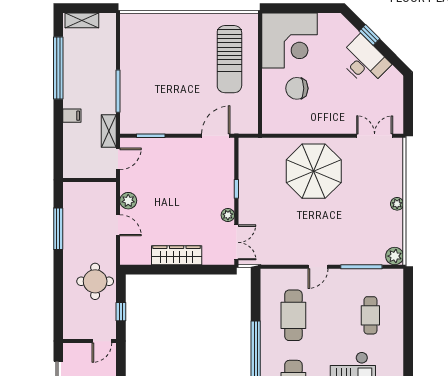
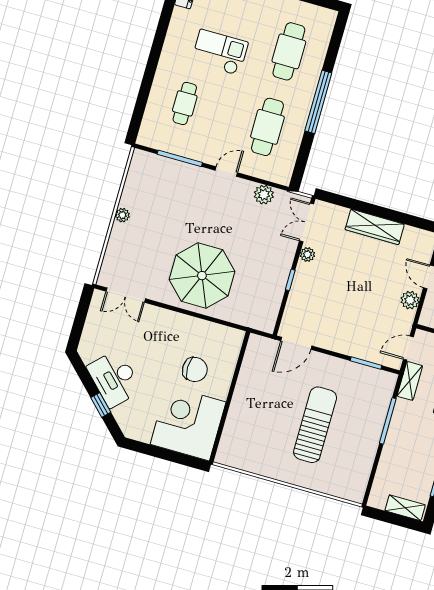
sun lounger: (229, 59) -> (315, 425), moved
plant: (395, 256) -> (264, 195), moved

